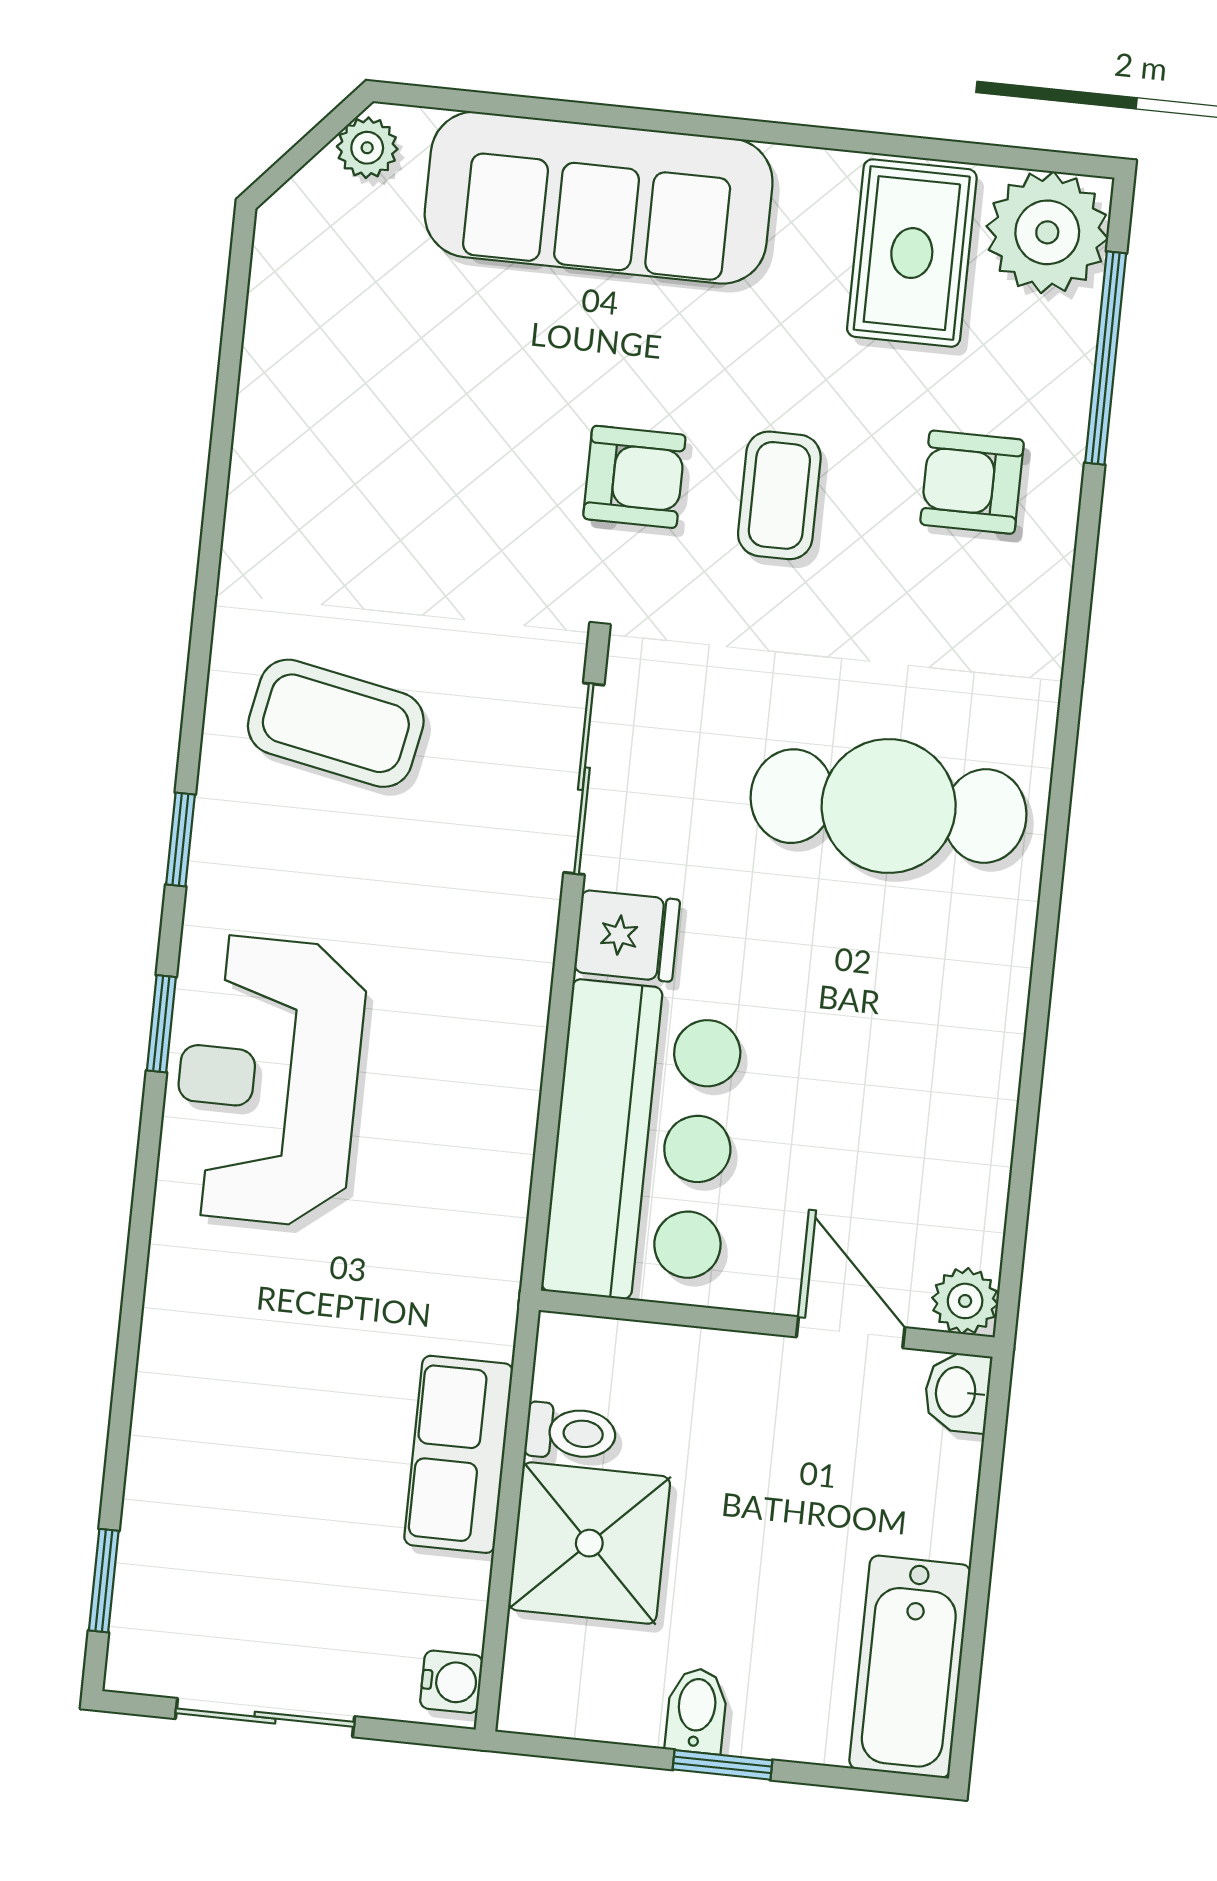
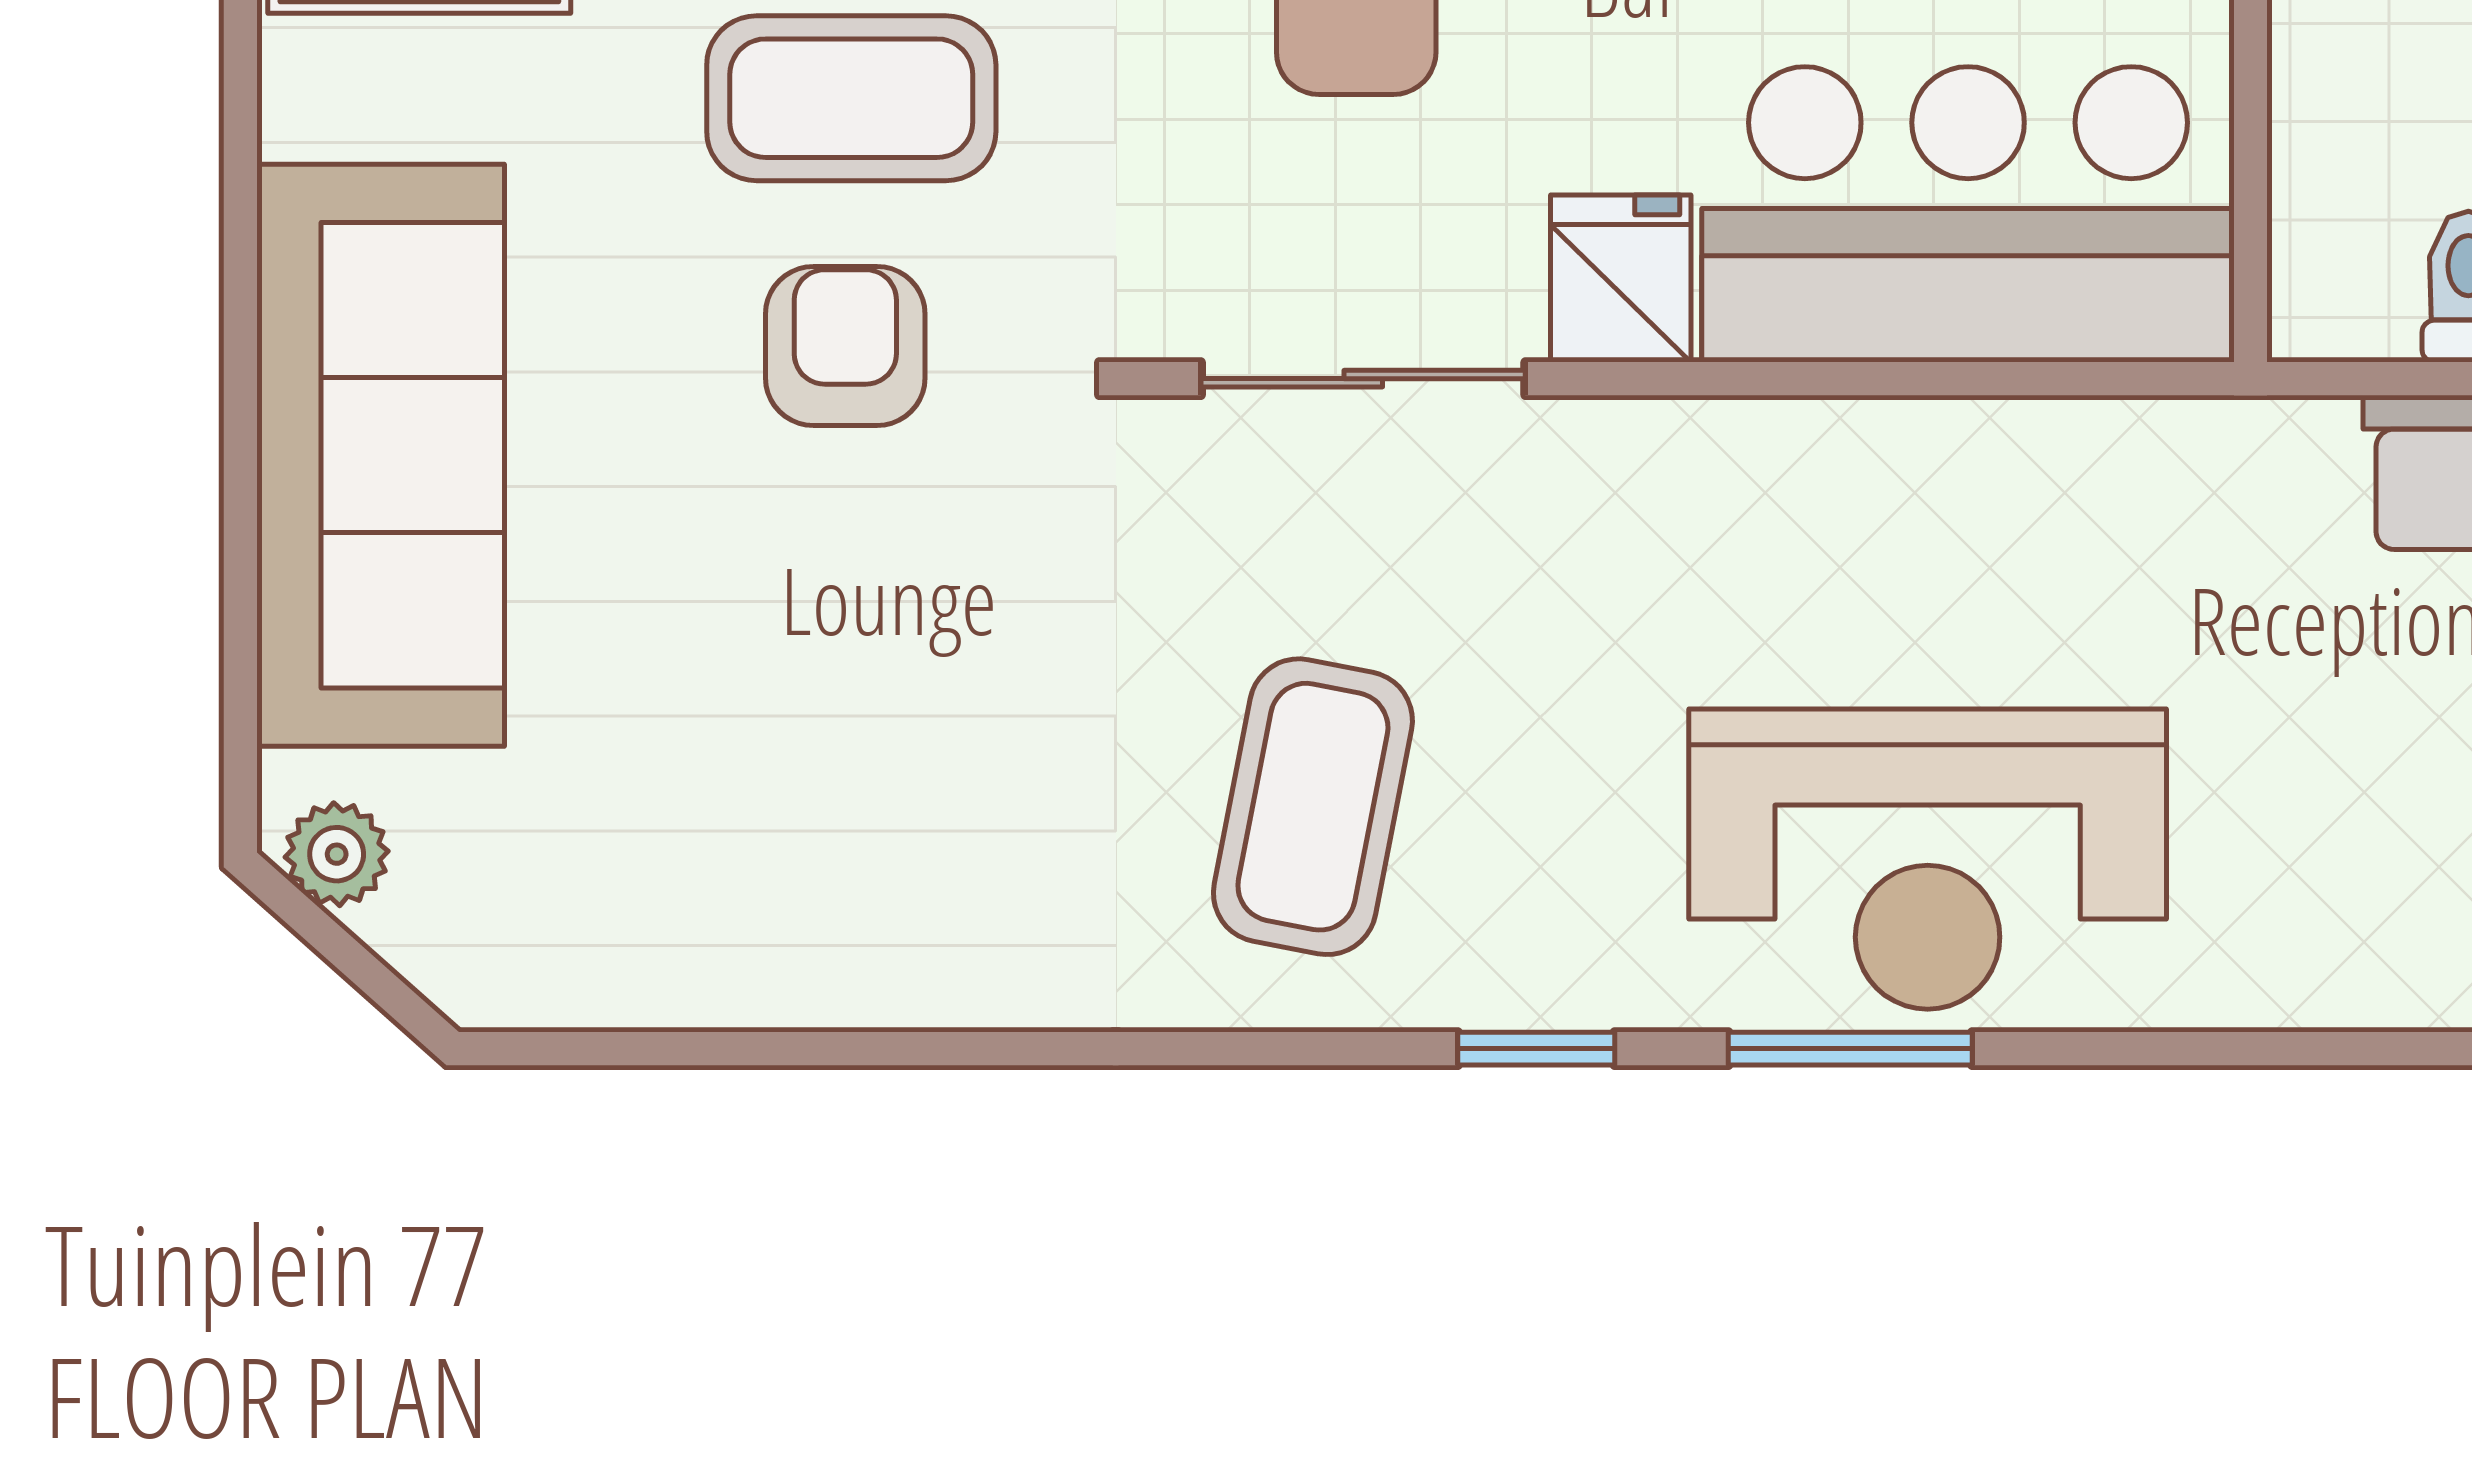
coffee table: (779, 495) -> (851, 98), width x1.36, depth x1.30
window: (161, 1024) -> (1850, 1049), width x1.50

